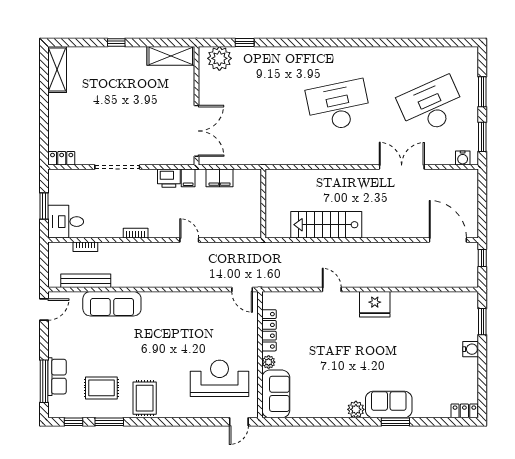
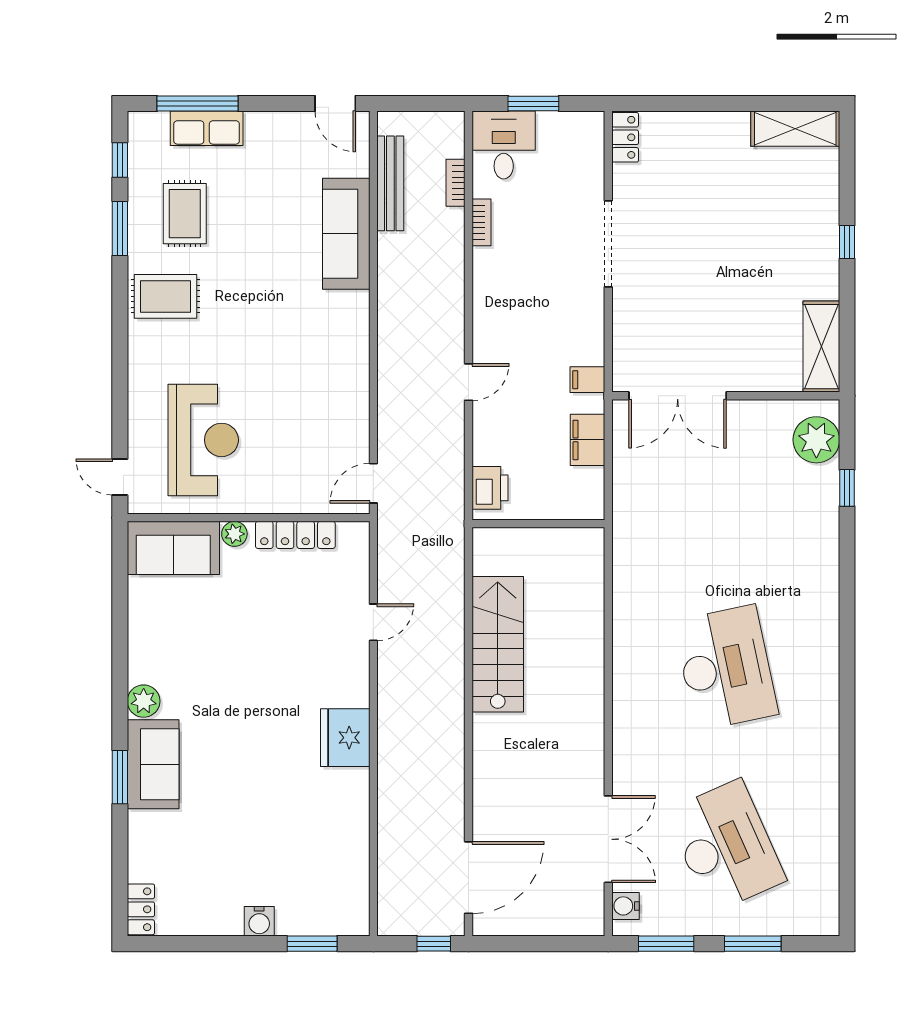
double door: (402, 167) -> (608, 839), moved
printer: (169, 178) -> (490, 488), moved, turned 180
bookcase: (136, 233) -> (482, 222), moved
door: (332, 290) -> (373, 622), moved

